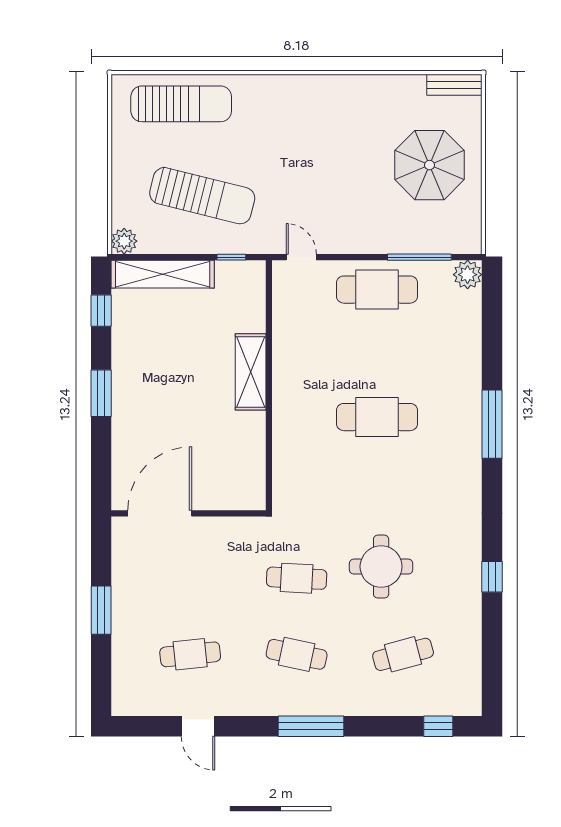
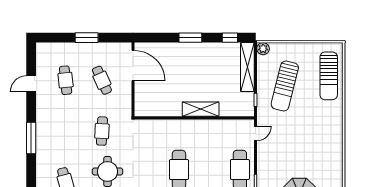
cafe table: (297, 654) -> (102, 80), moved, turned -36

